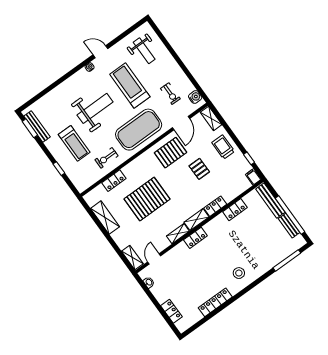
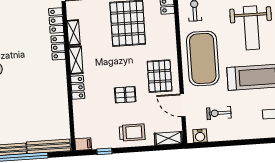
locker: (235, 210) -> (56, 20), moved

